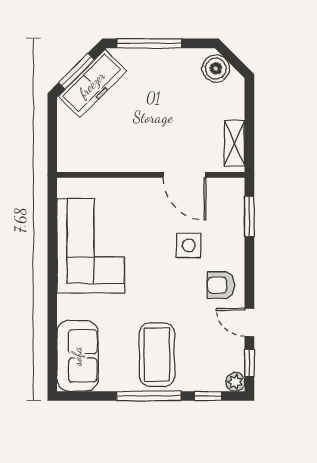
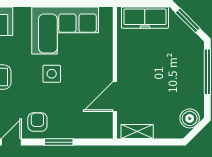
freezer: (92, 84) -> (145, 18), moved, turned -45
window: (249, 216) -> (59, 142), moved
side table: (189, 245) -> (52, 74), moved

